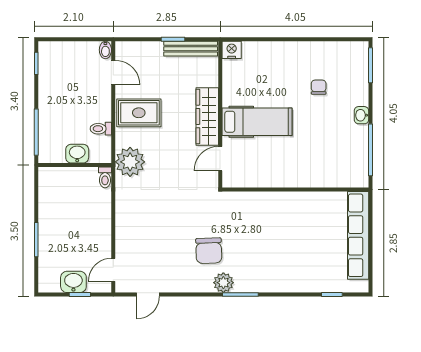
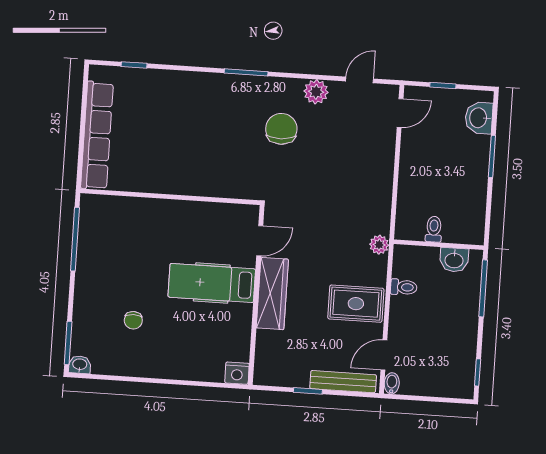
bench: (191, 49) -> (343, 382), moved
door: (113, 73) -> (384, 355), hinge flipped
washbasin: (361, 115) -> (80, 365), moved, turned -90
washbasin: (77, 154) -> (454, 260), moved
plant: (130, 162) -> (379, 245), width x0.53, depth x0.53
toilet: (105, 177) -> (434, 229), moved
washbasin: (73, 282) -> (479, 118), moved, turned 90
plant: (223, 283) -> (316, 92), moved

